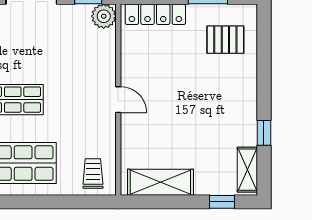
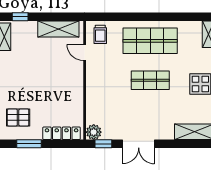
door: (118, 100) -> (85, 52), moved

